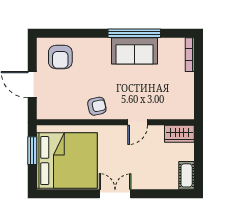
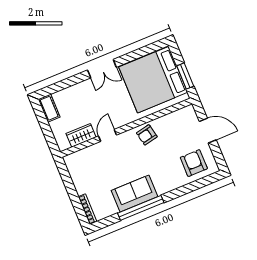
wardrobe: (179, 134) -> (81, 135), moved

